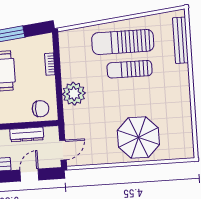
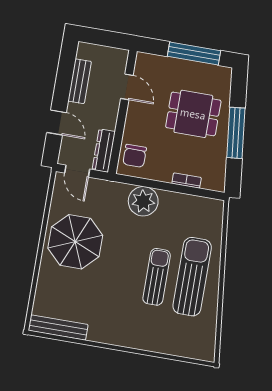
bench: (181, 40) -> (58, 327), moved
dresser: (27, 134) -> (104, 151), moved
parasol: (138, 138) -> (75, 242), moved

